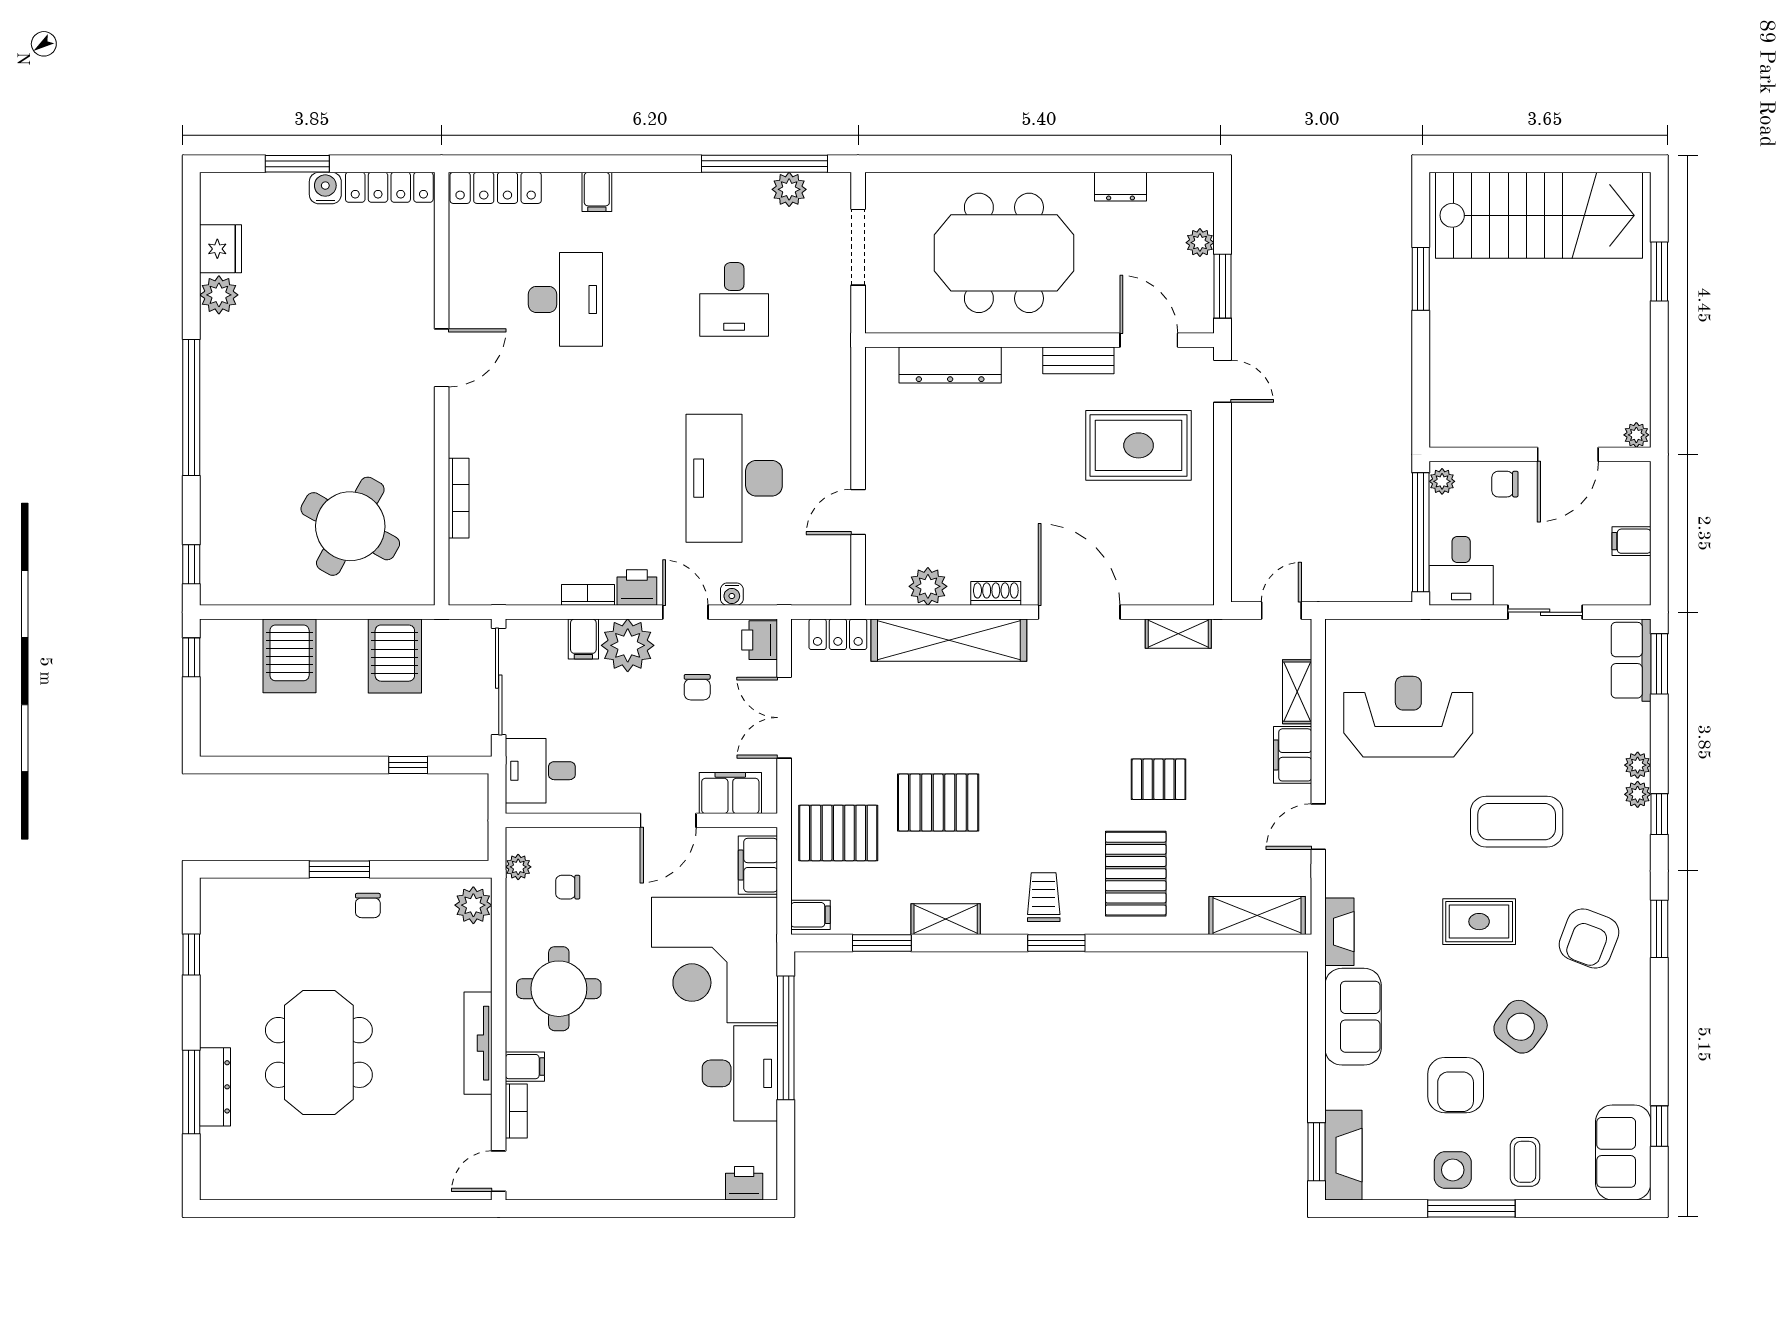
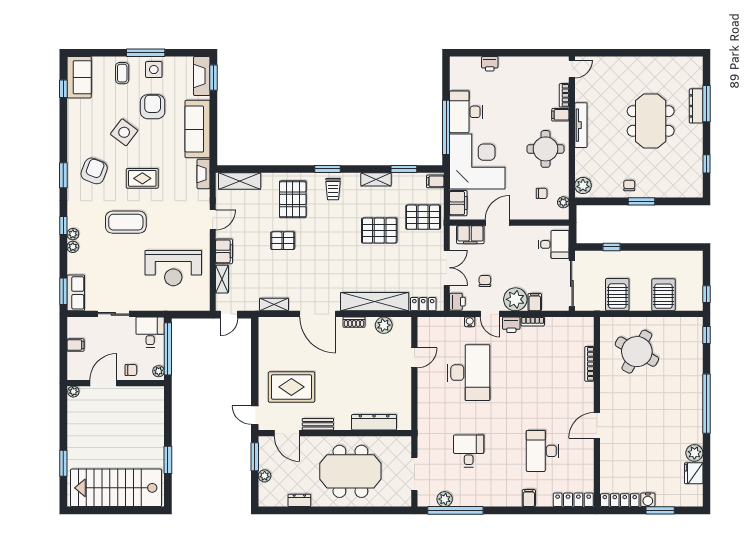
sofa: (1353, 1017) -> (198, 129), width x1.36
printer: (744, 1183) -> (490, 64), moved

